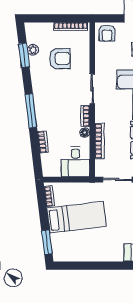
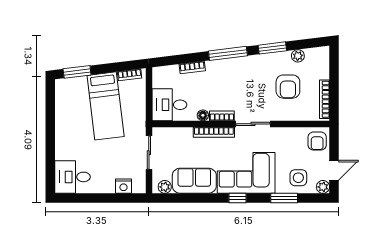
armchair: (107, 33) -> (317, 141), turned -90
window: (24, 55) -> (272, 48), moved
bookcase: (99, 141) -> (214, 132), moved

